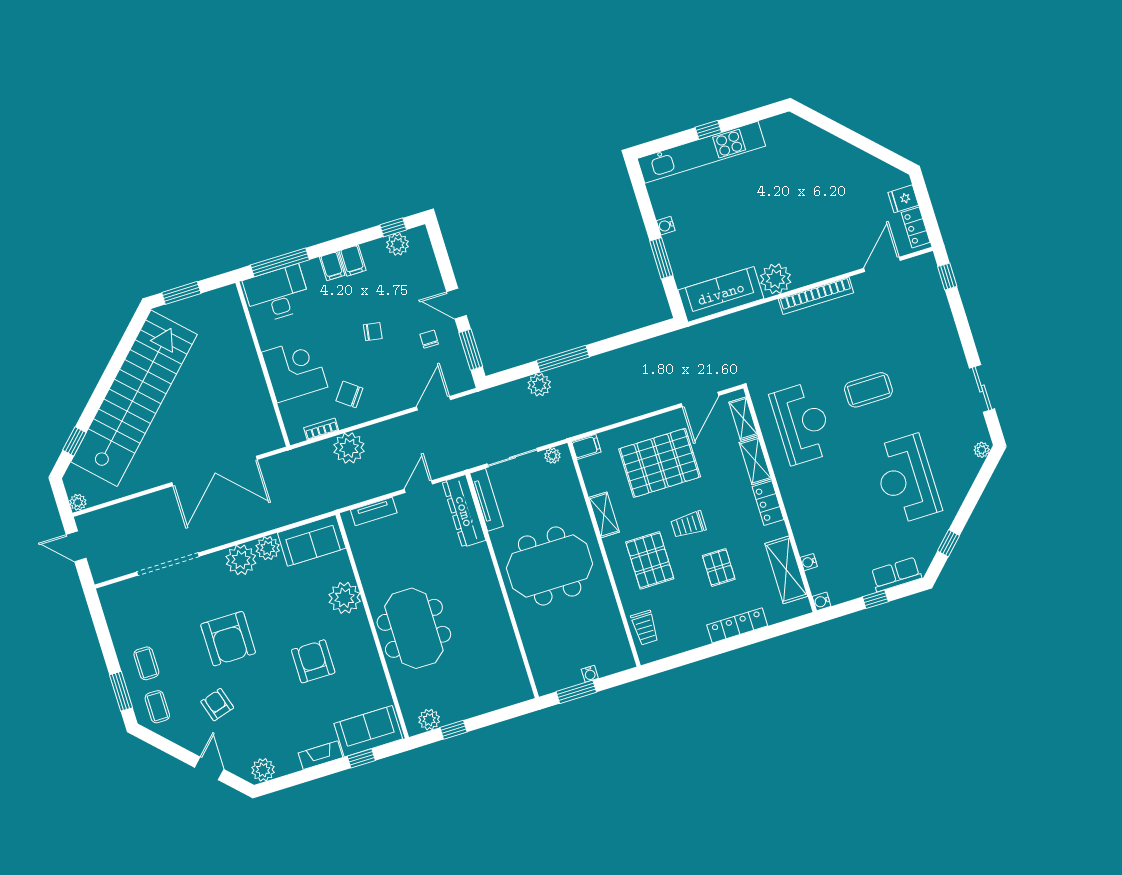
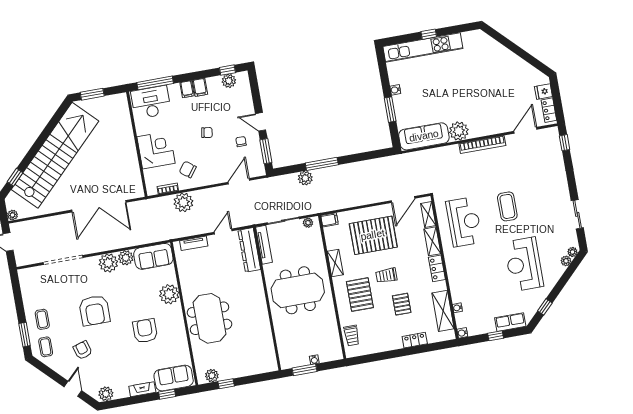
coffee table: (868, 390) -> (507, 206), turned 90
plant: (973, 465) -> (566, 261), added
locker: (737, 625) -> (415, 340), width x0.66

